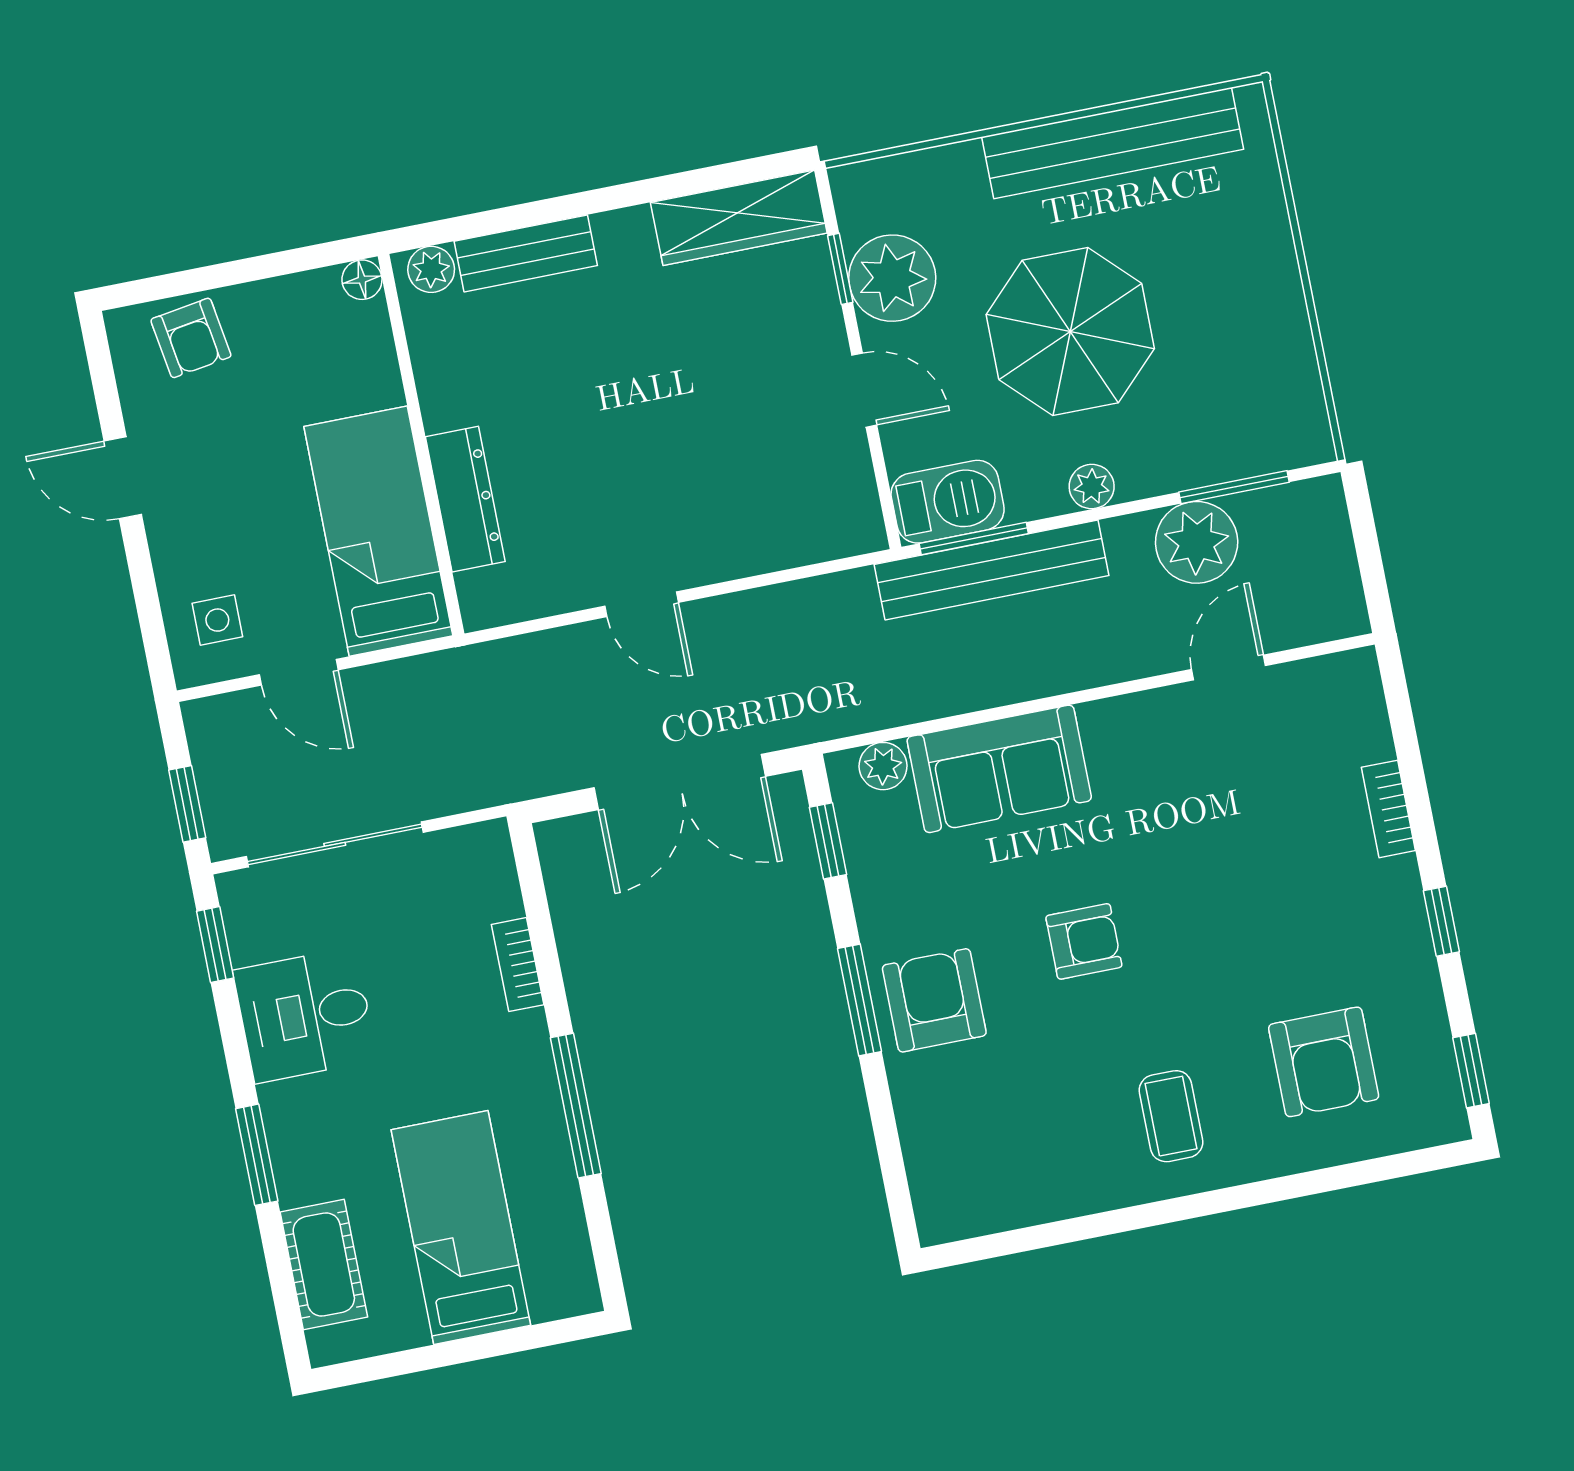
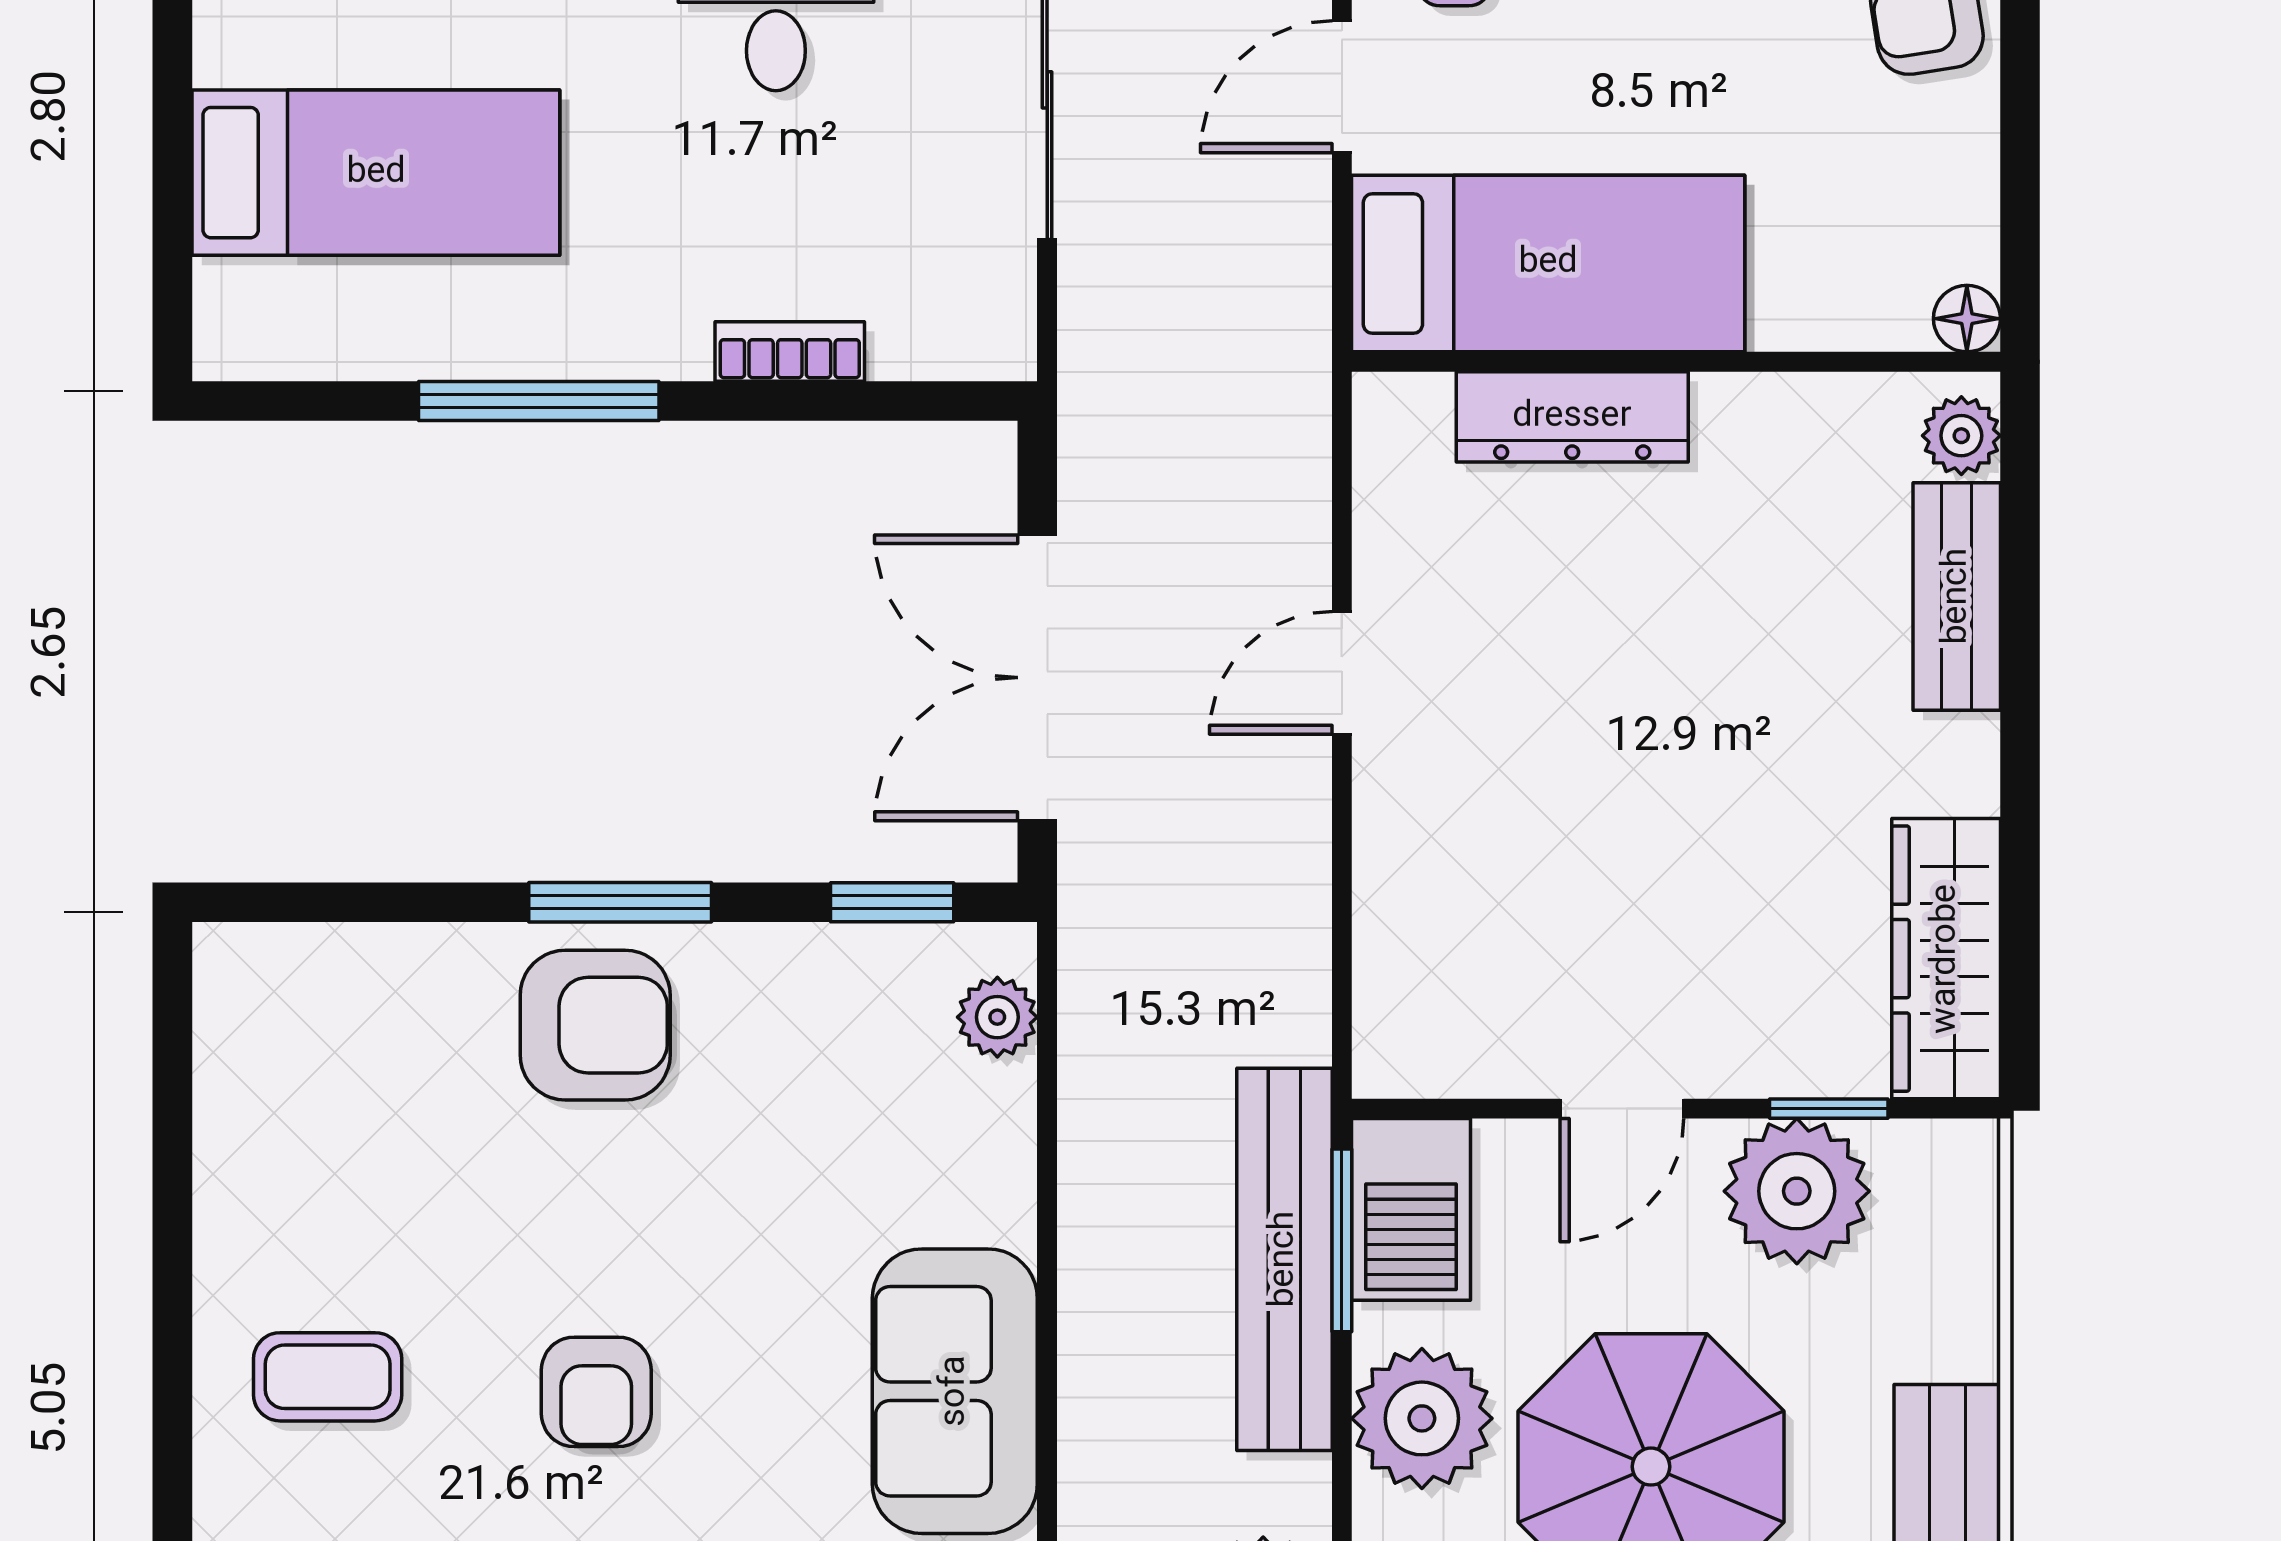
plant: (1092, 487) -> (1422, 1418), width x1.88, depth x1.88
sofa: (999, 769) -> (955, 1391), moved
armchair: (1084, 941) -> (596, 1392), moved

